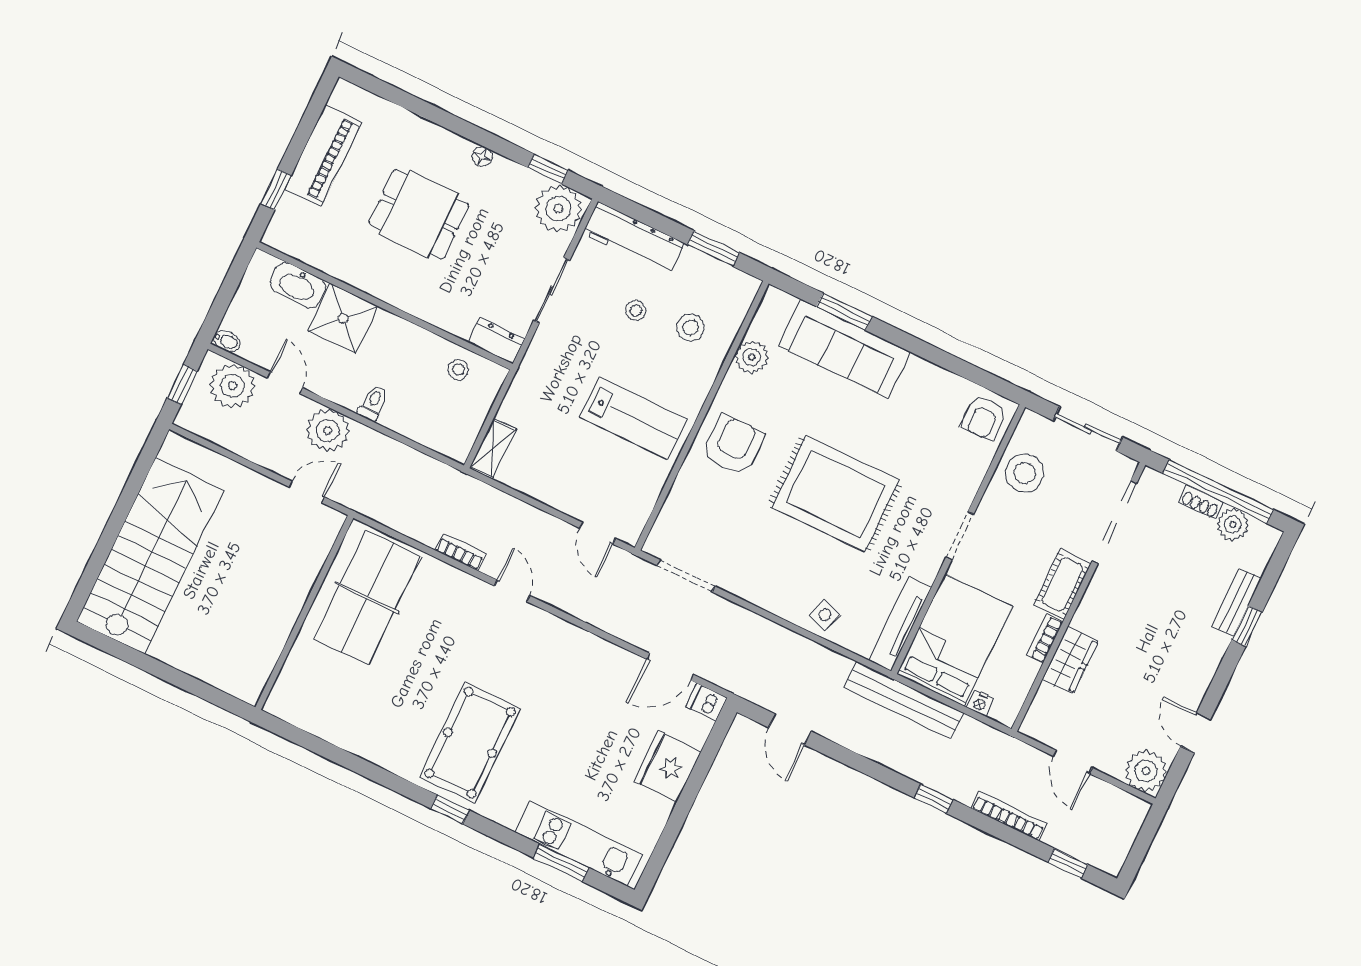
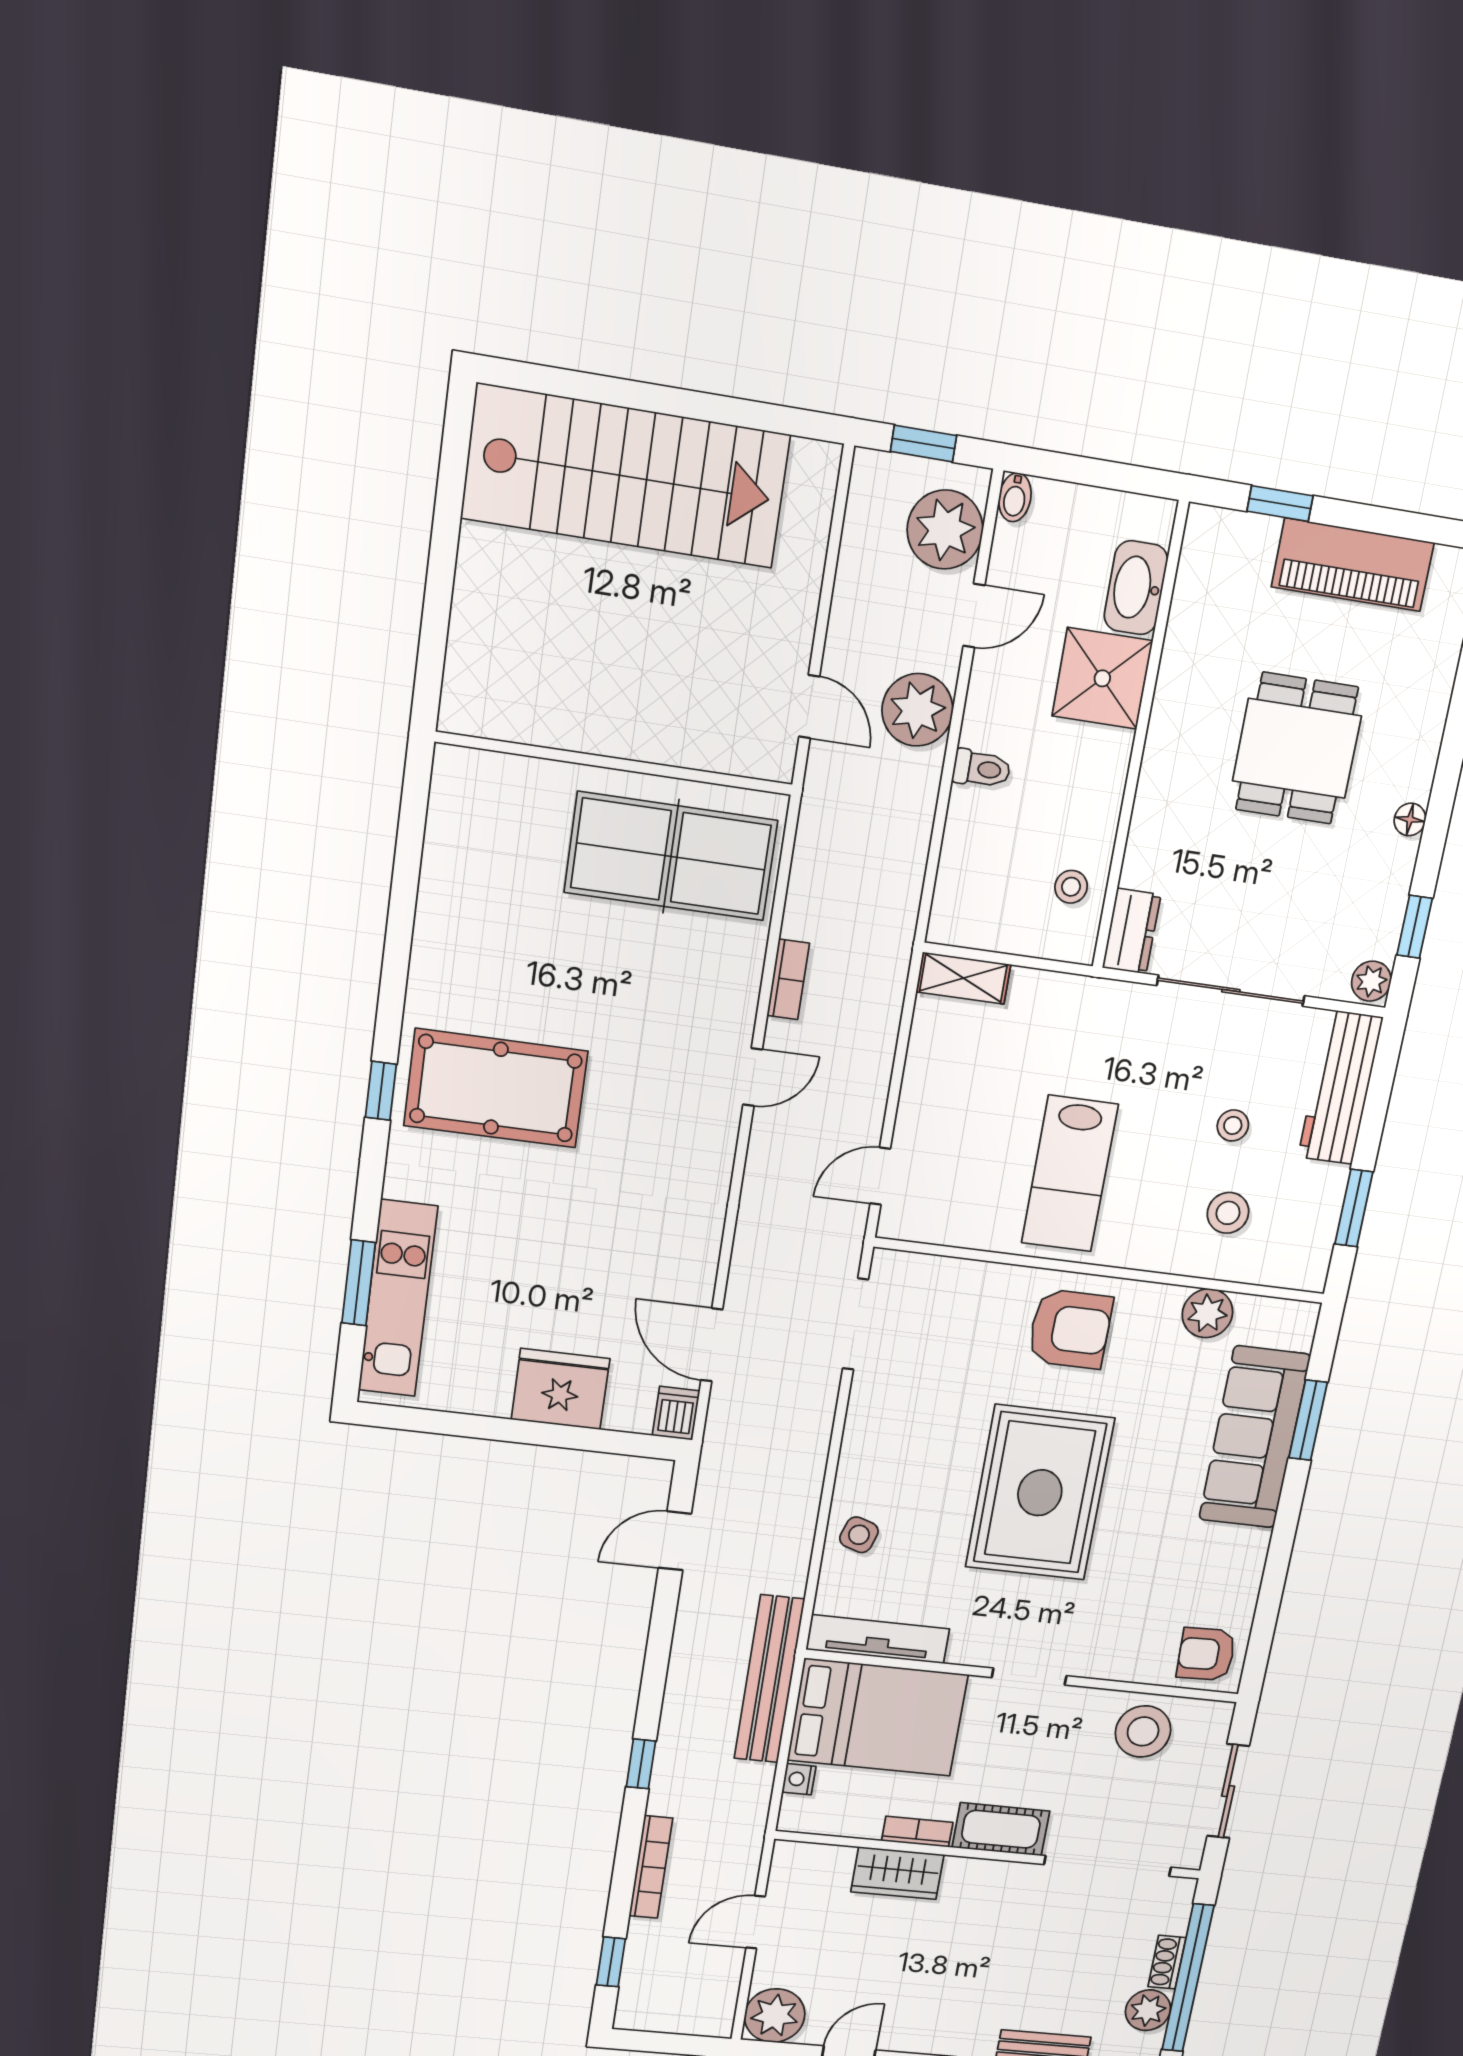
plant: (558, 208) -> (1371, 981), width x0.53, depth x0.53
sliding door: (552, 290) -> (1231, 991), width x1.37

